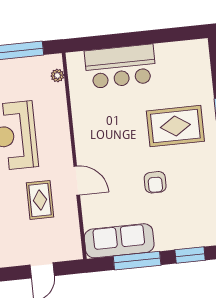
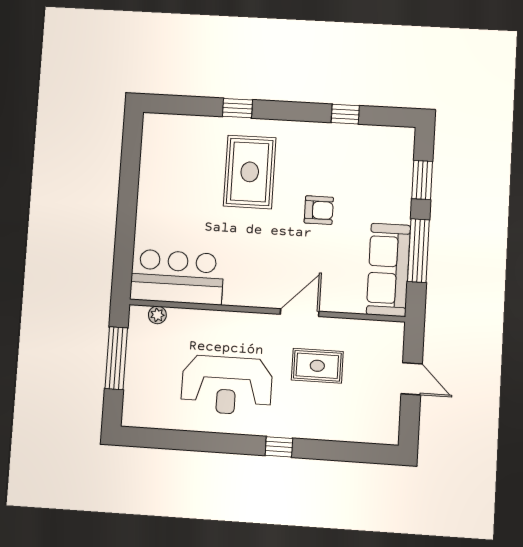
bar counter: (120, 66) -> (177, 277), moved, turned -90

